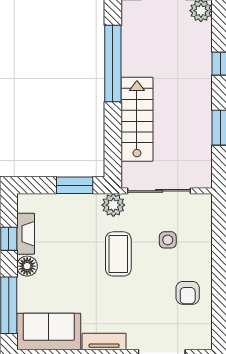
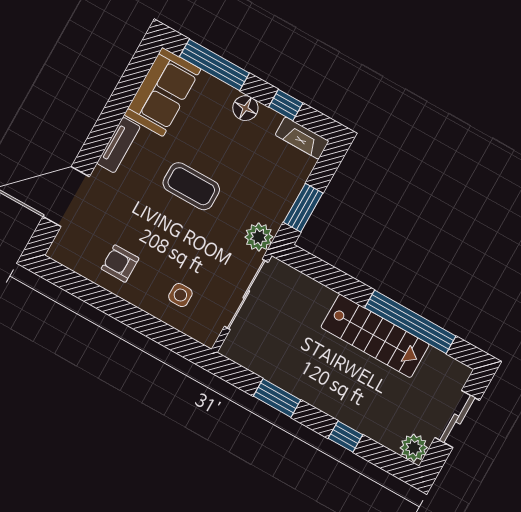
stairs: (137, 119) -> (375, 336), moved
fireplace: (26, 234) -> (302, 138), moved
side table: (168, 240) -> (180, 295), moved
coffee table: (118, 254) -> (191, 186), moved

